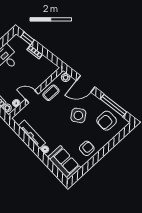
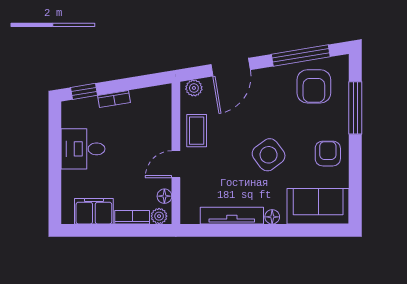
side table: (78, 115) -> (269, 155), moved
window: (113, 143) -> (355, 108), added

